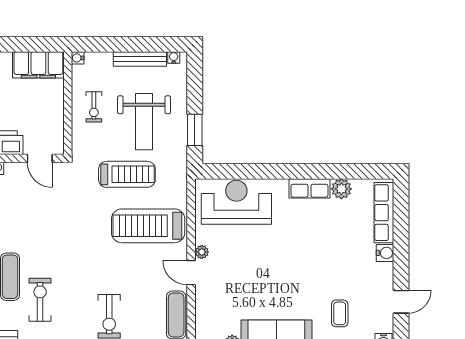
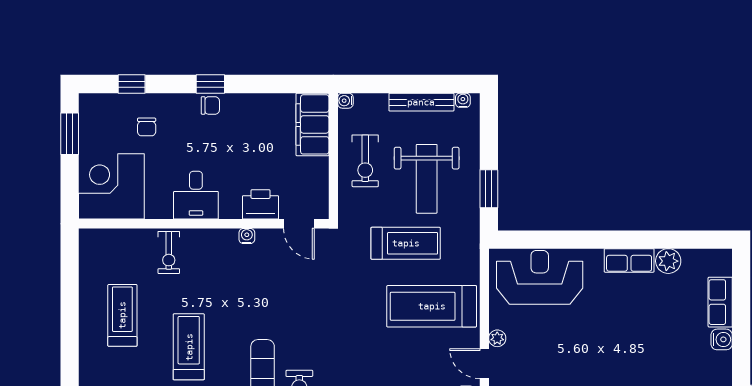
filing cabinet: (38, 65) -> (312, 124), moved, turned 90
exercise bike: (94, 107) -> (365, 161), width x1.38, depth x1.39
row of seats: (384, 213) -> (720, 302), width x0.68

